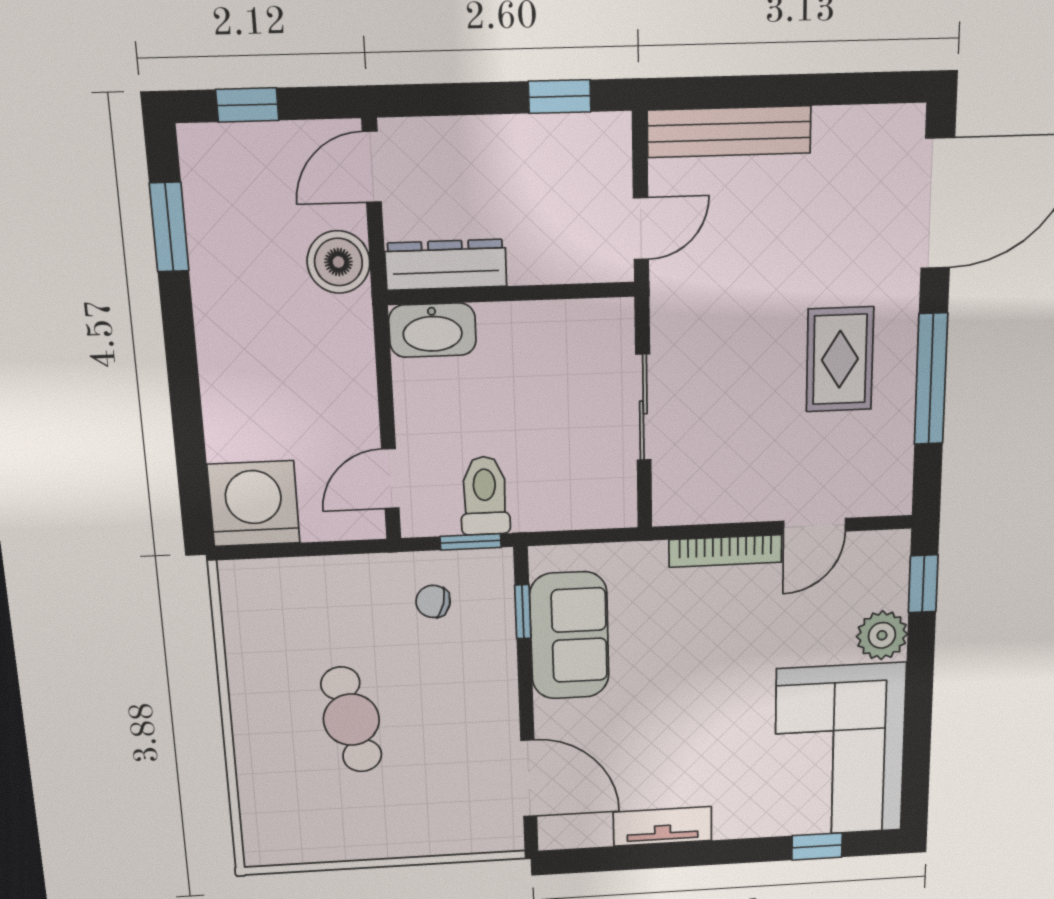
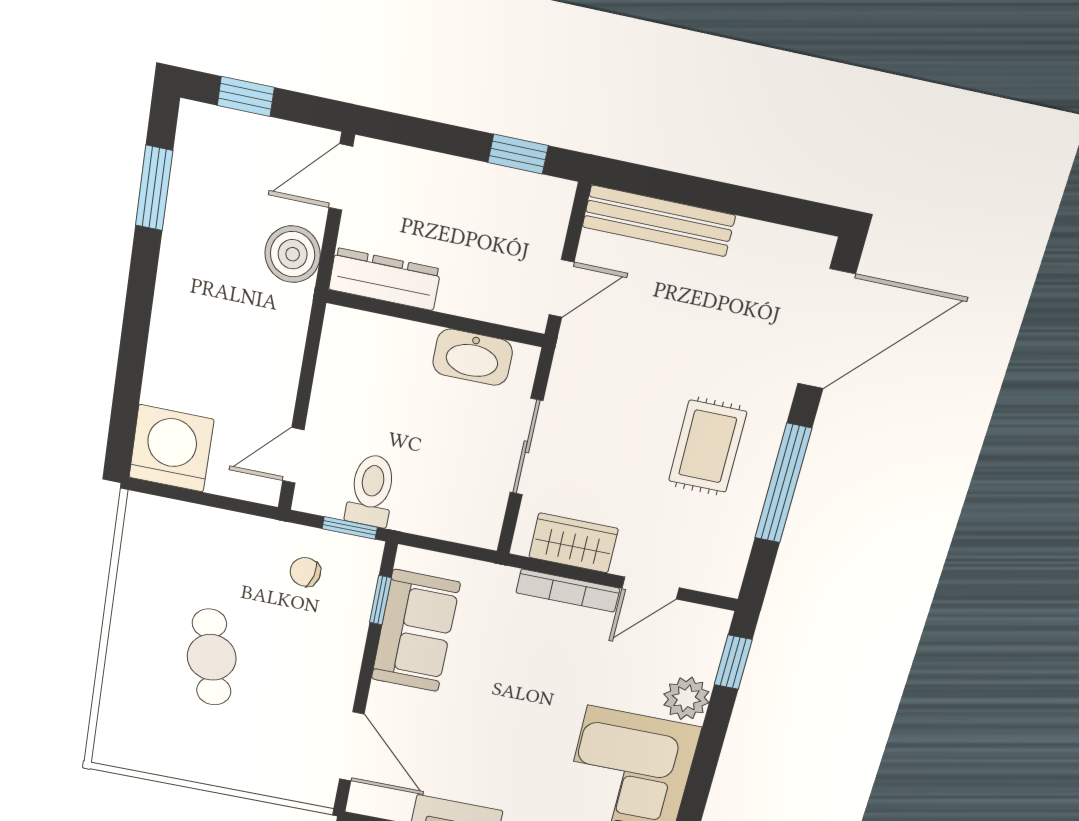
washbasin: (432, 330) -> (473, 357), moved
wardrobe: (719, 498) -> (574, 543), added

